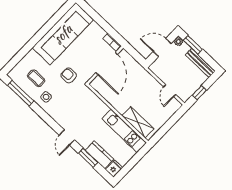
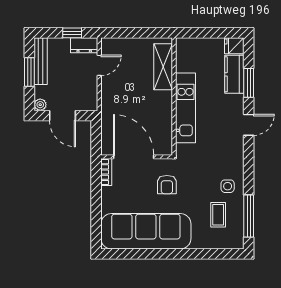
window: (193, 45) -> (29, 72), moved
door: (107, 64) -> (134, 157), hinge flipped
armchair: (69, 75) -> (167, 185), moved
dresser: (187, 93) -> (84, 45), added
kitchen unit: (124, 131) -> (185, 108), moved

